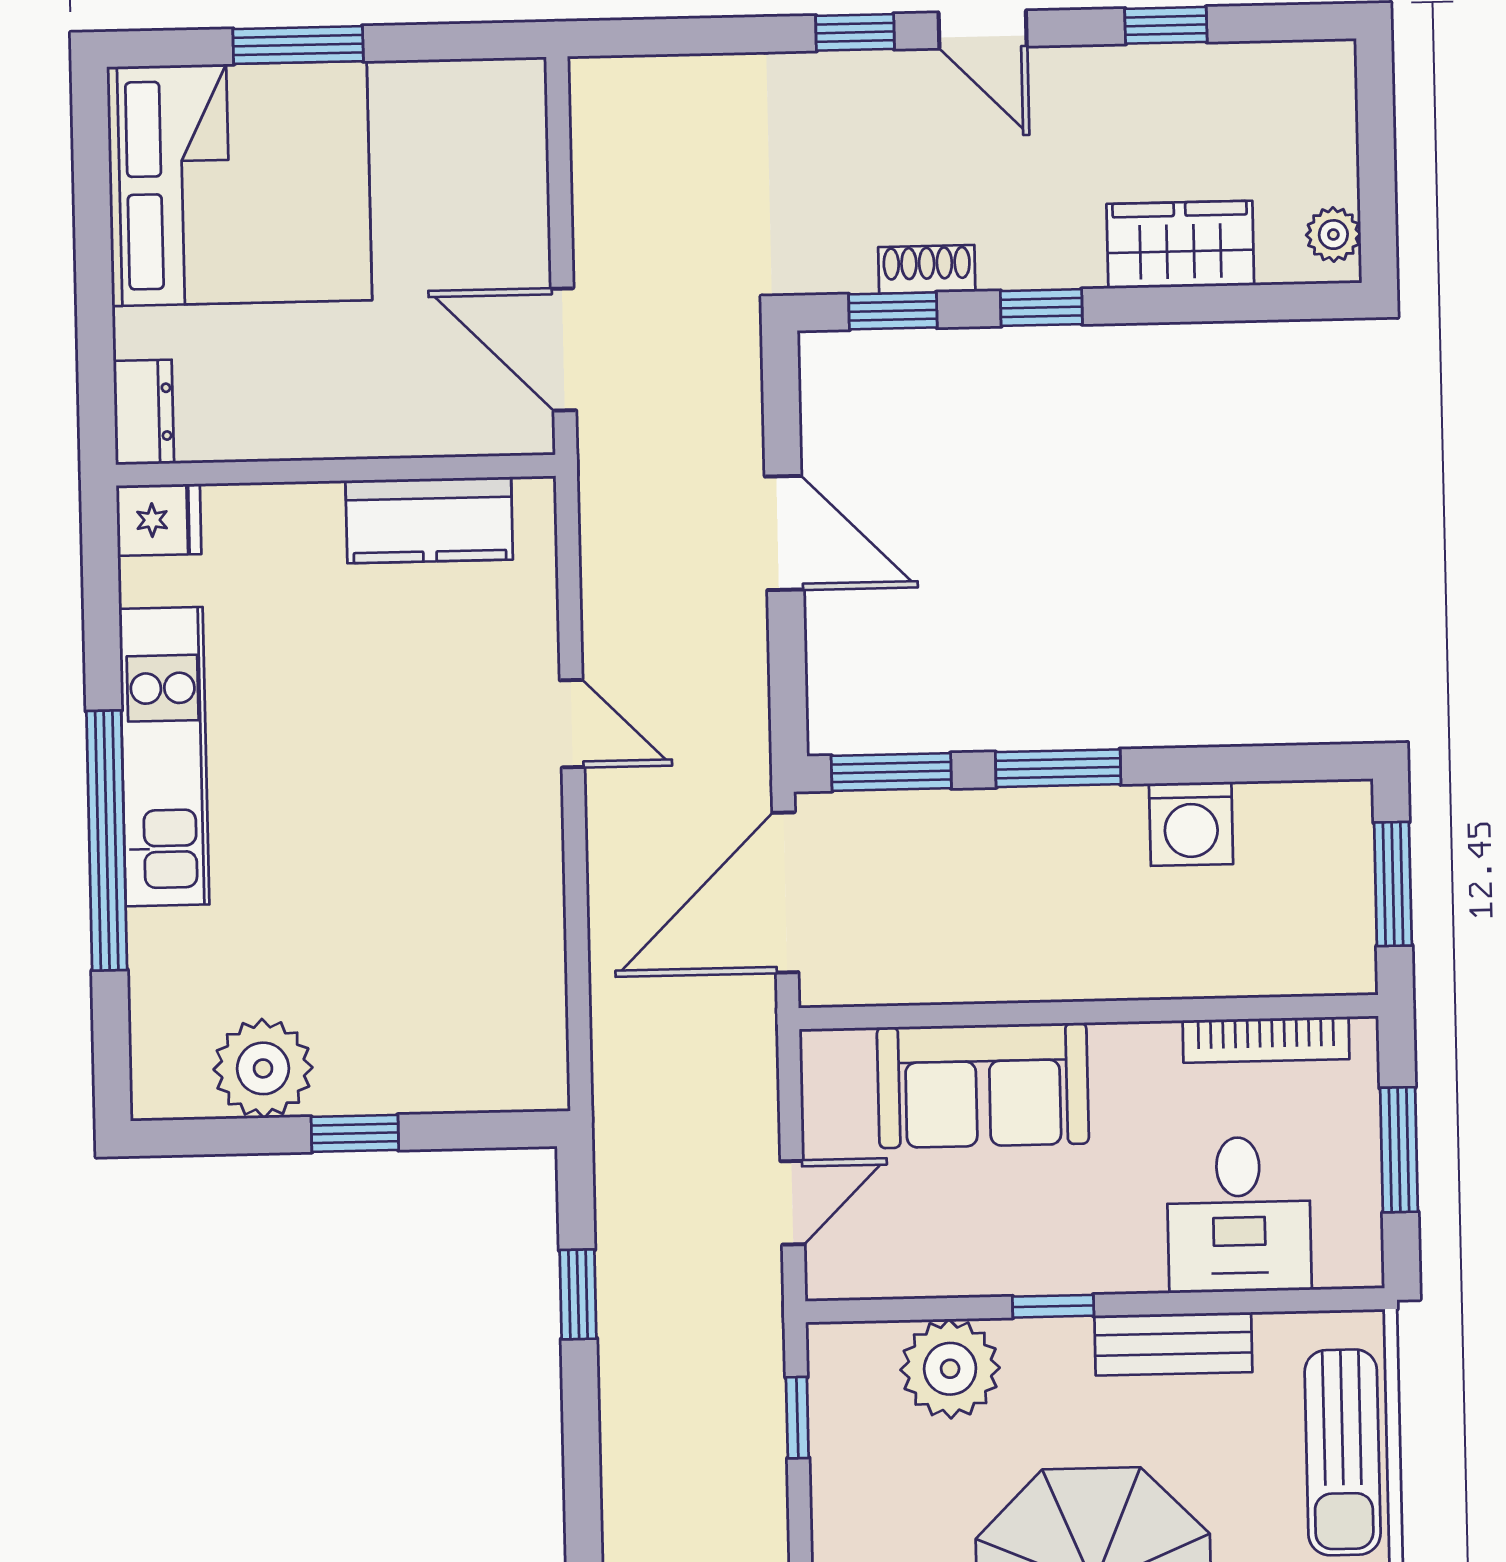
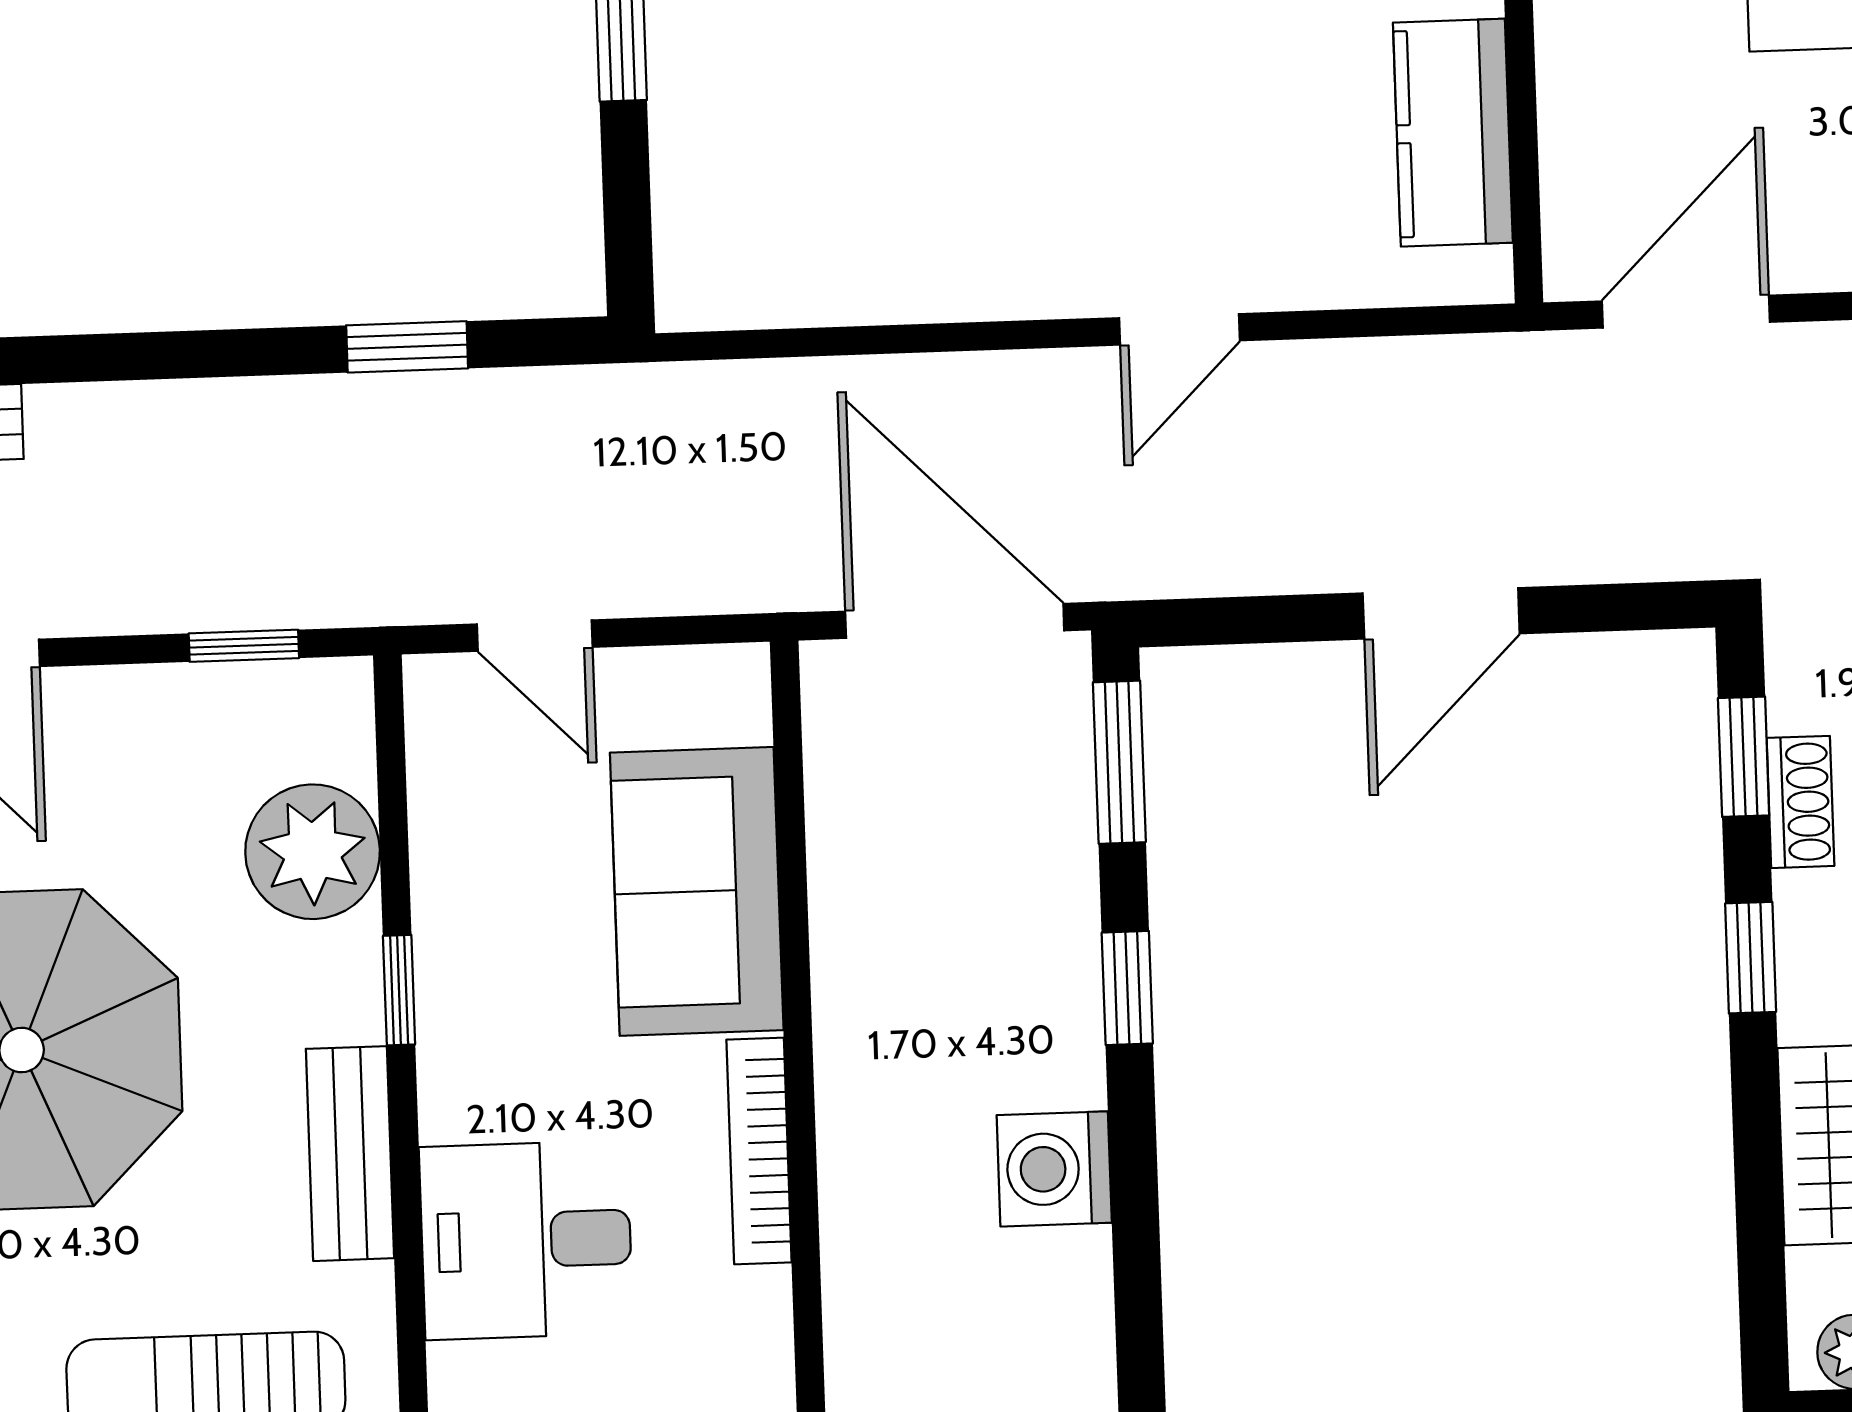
window: (1058, 768) -> (1127, 988), width x0.67
bookcase: (1266, 1040) -> (759, 1151), moved

